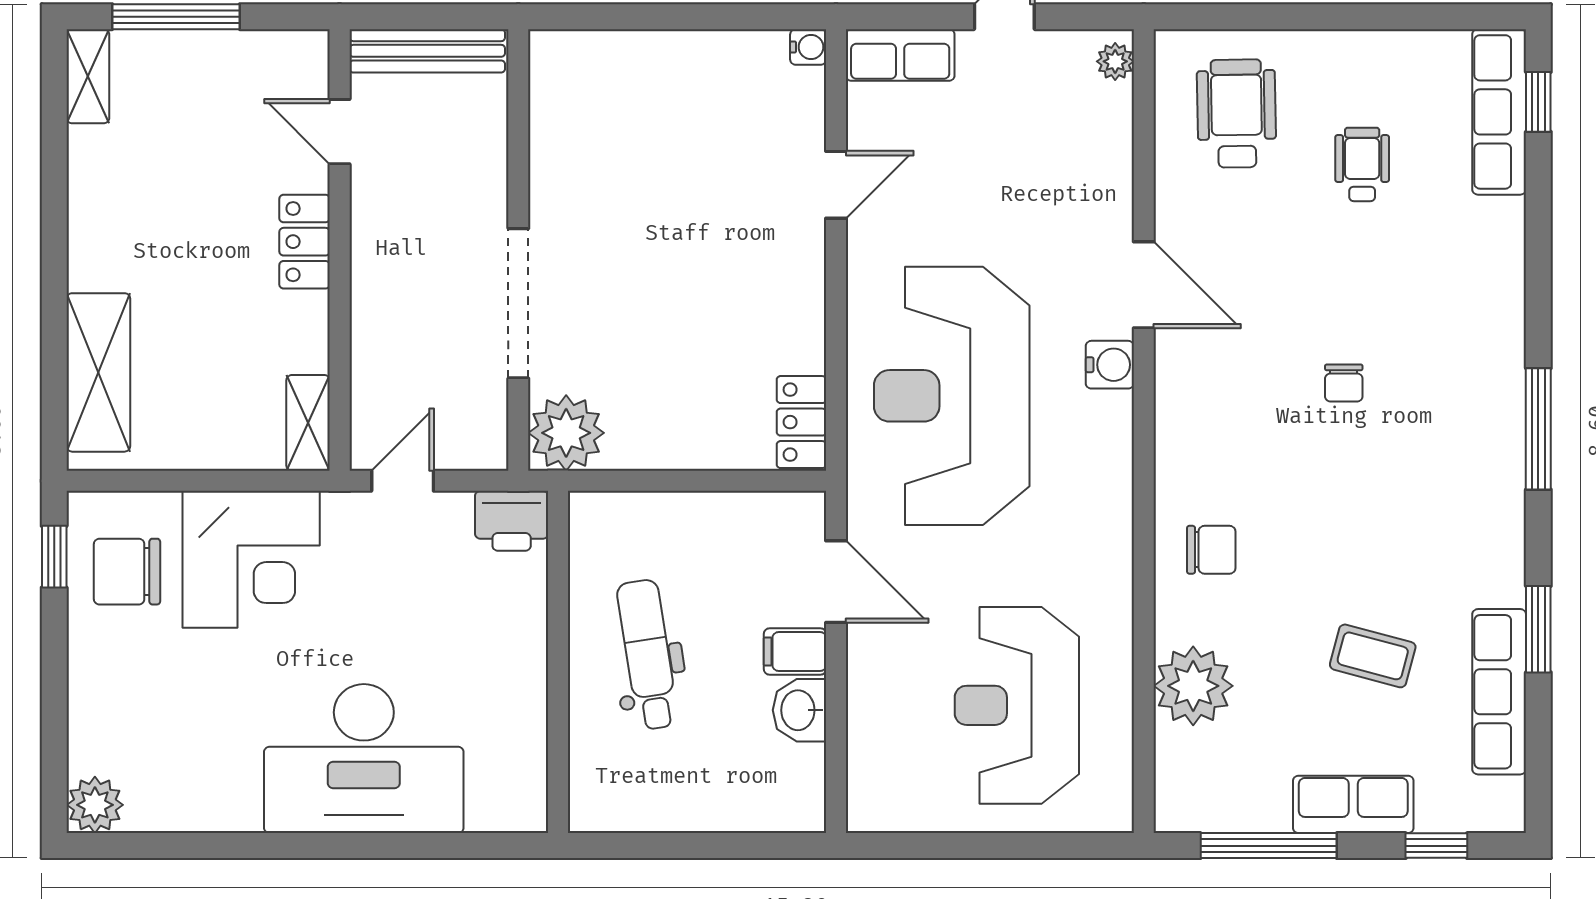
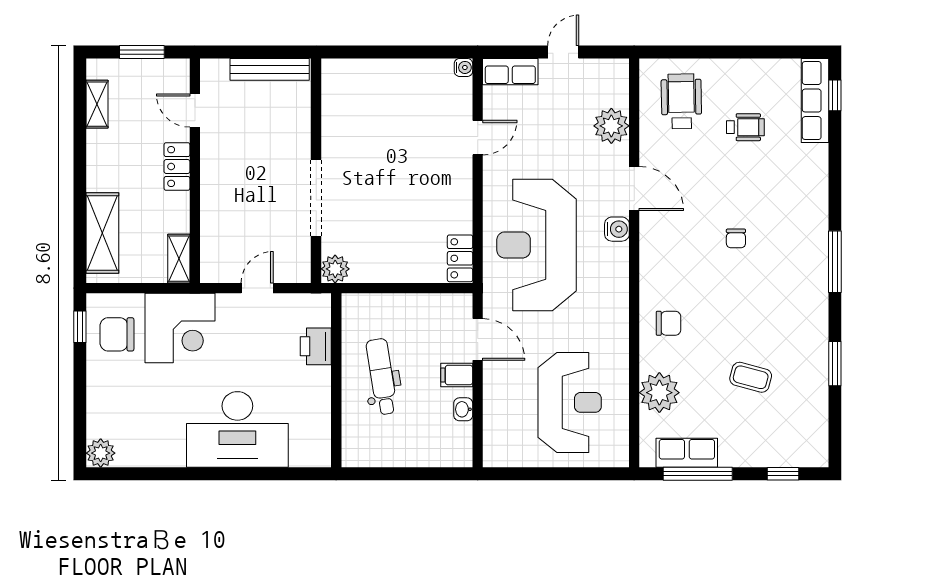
window: (176, 17) -> (142, 52), width x0.69
plant: (1115, 61) -> (611, 126), moved, width x1.88, depth x1.88
shelving: (88, 76) -> (97, 104), moved
door: (340, 132) -> (195, 111), moved
wheelchair: (1362, 164) -> (745, 127), turned 90
locker: (305, 242) -> (177, 167), moved
wall: (340, 250) -> (195, 171), moved
shelving: (308, 423) -> (179, 259), moved
plant: (566, 433) -> (335, 269), width x0.73, depth x0.73
printer: (512, 521) -> (316, 346), moved, turned 90
row of seats: (1499, 692) -> (815, 395), removed
reception desk: (1017, 705) -> (570, 402), turned 180
washbasin: (799, 710) -> (463, 409), width x0.72, depth x0.69
row of seats: (1353, 804) -> (687, 453), moved

